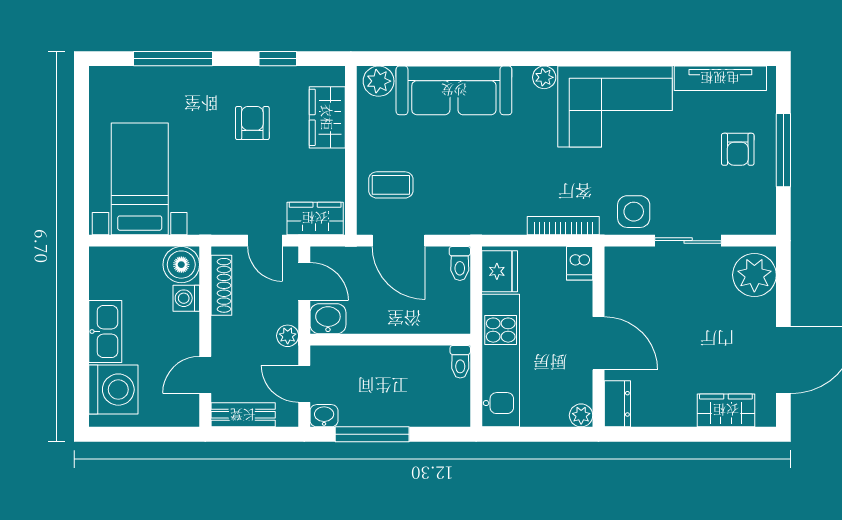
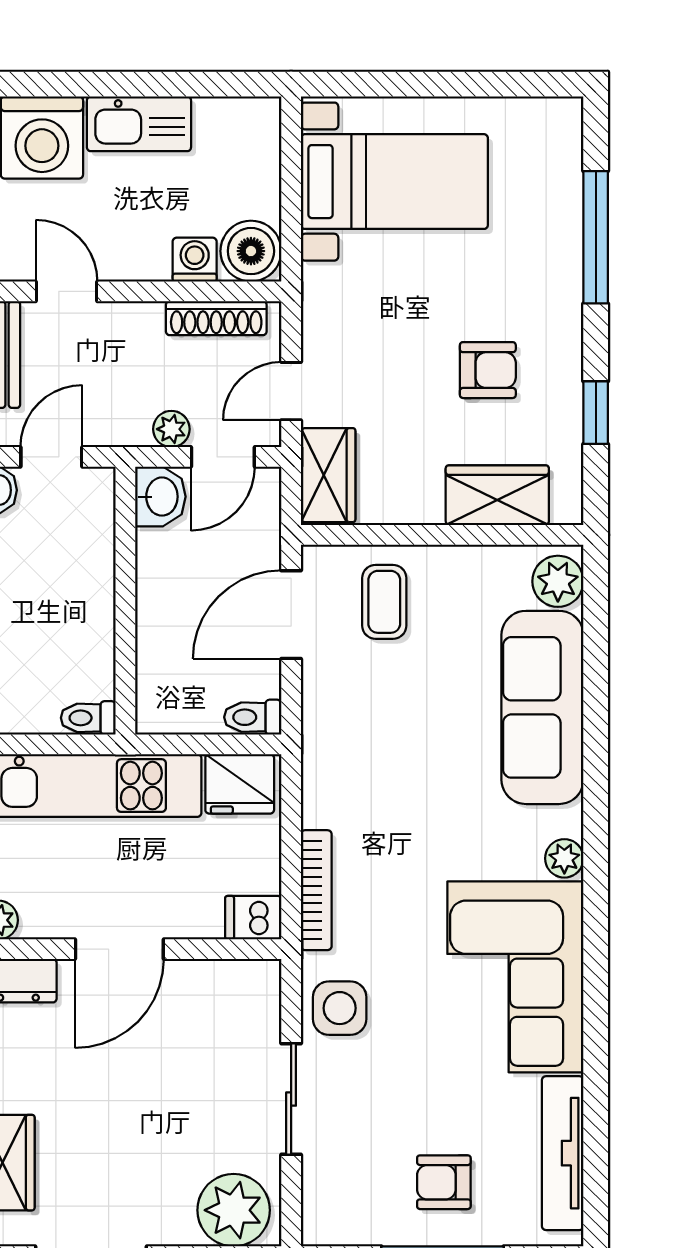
plant: (288, 336) -> (171, 429), moved

